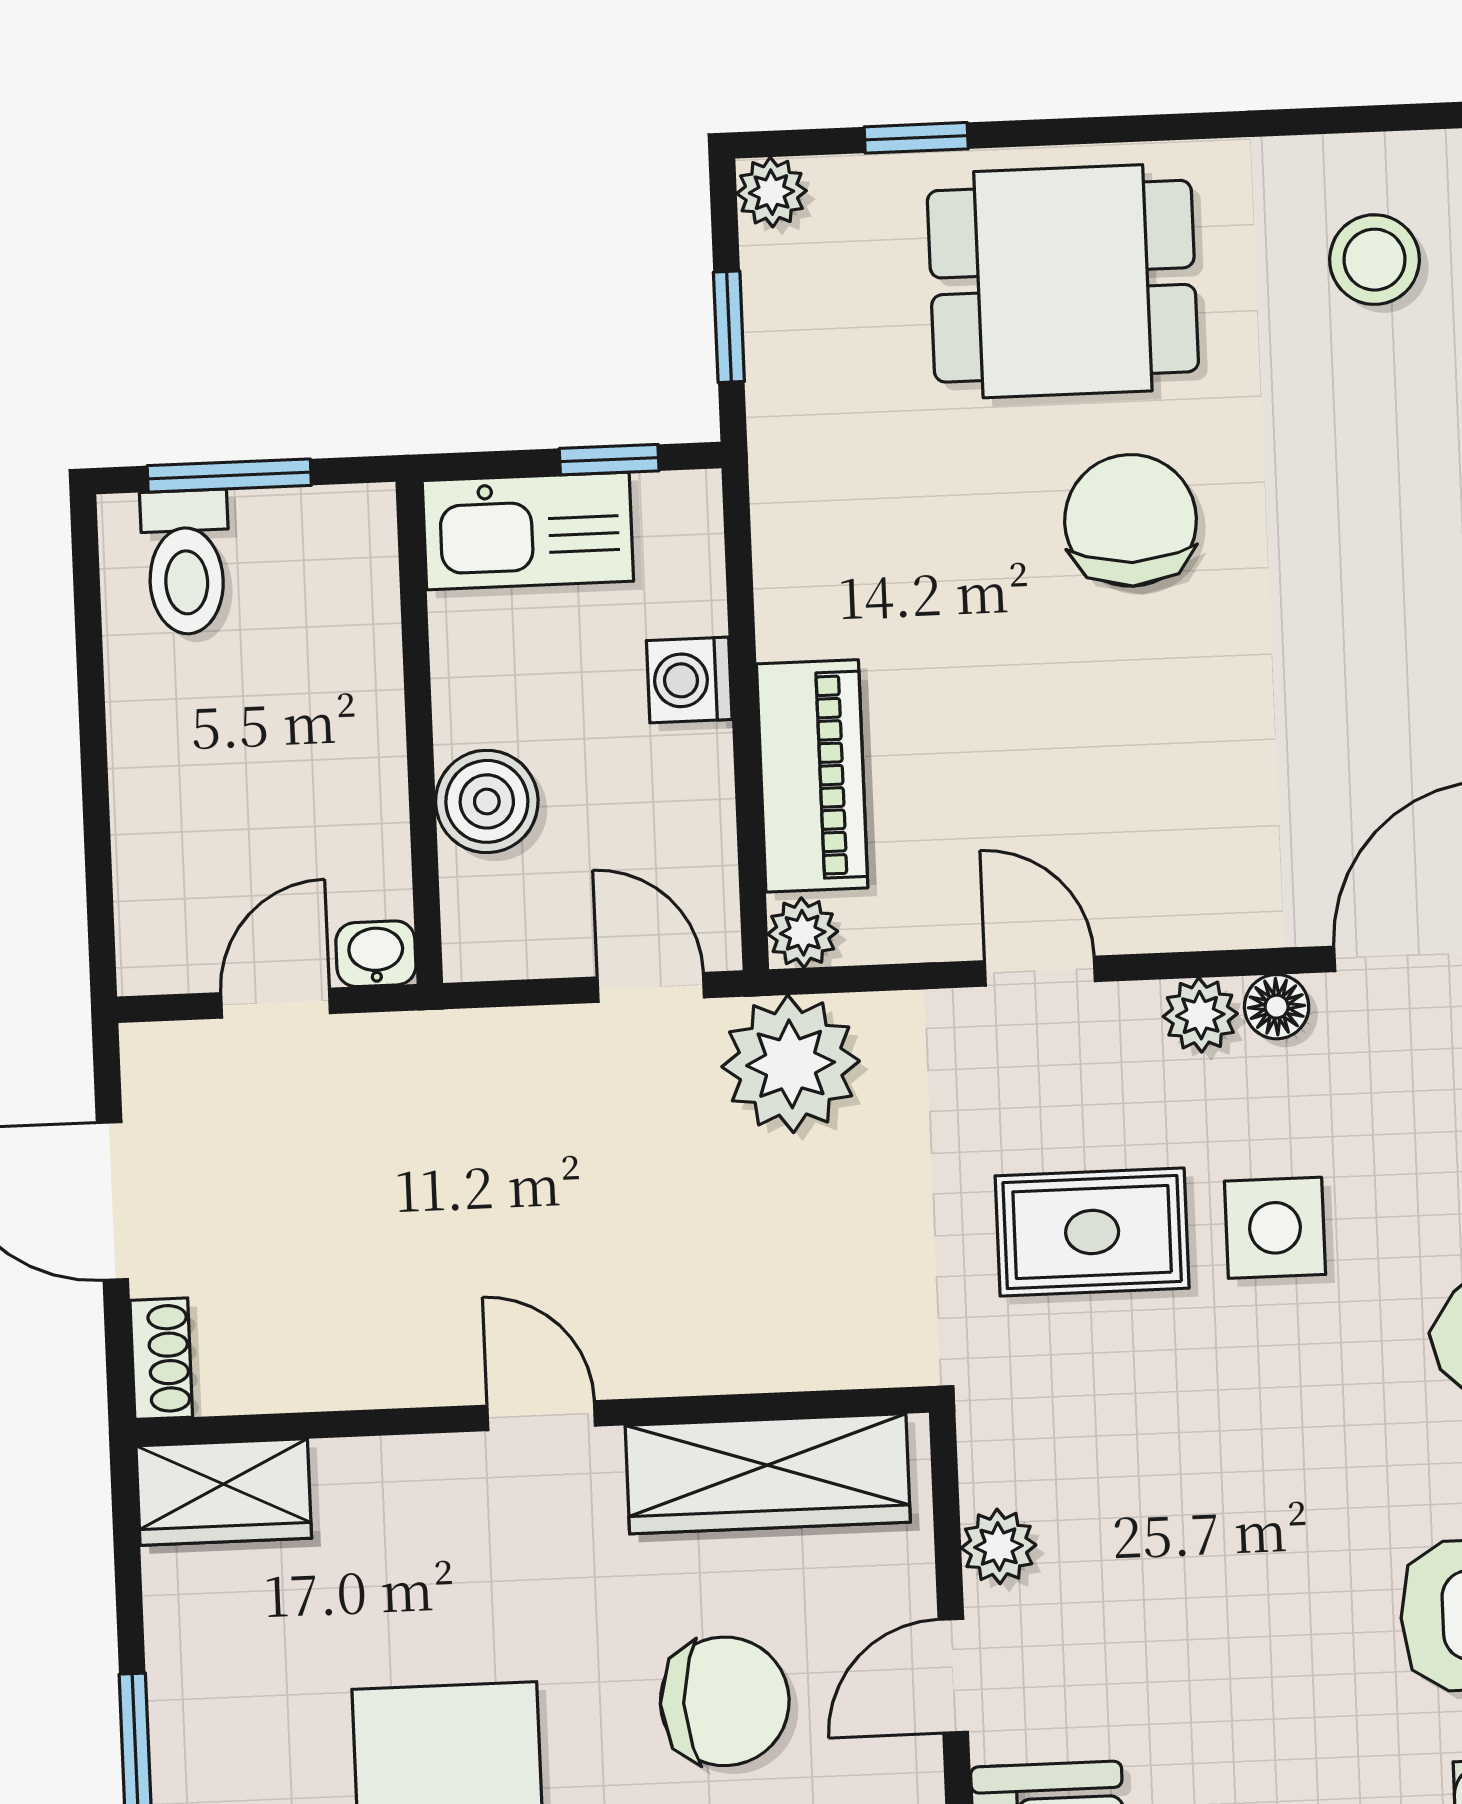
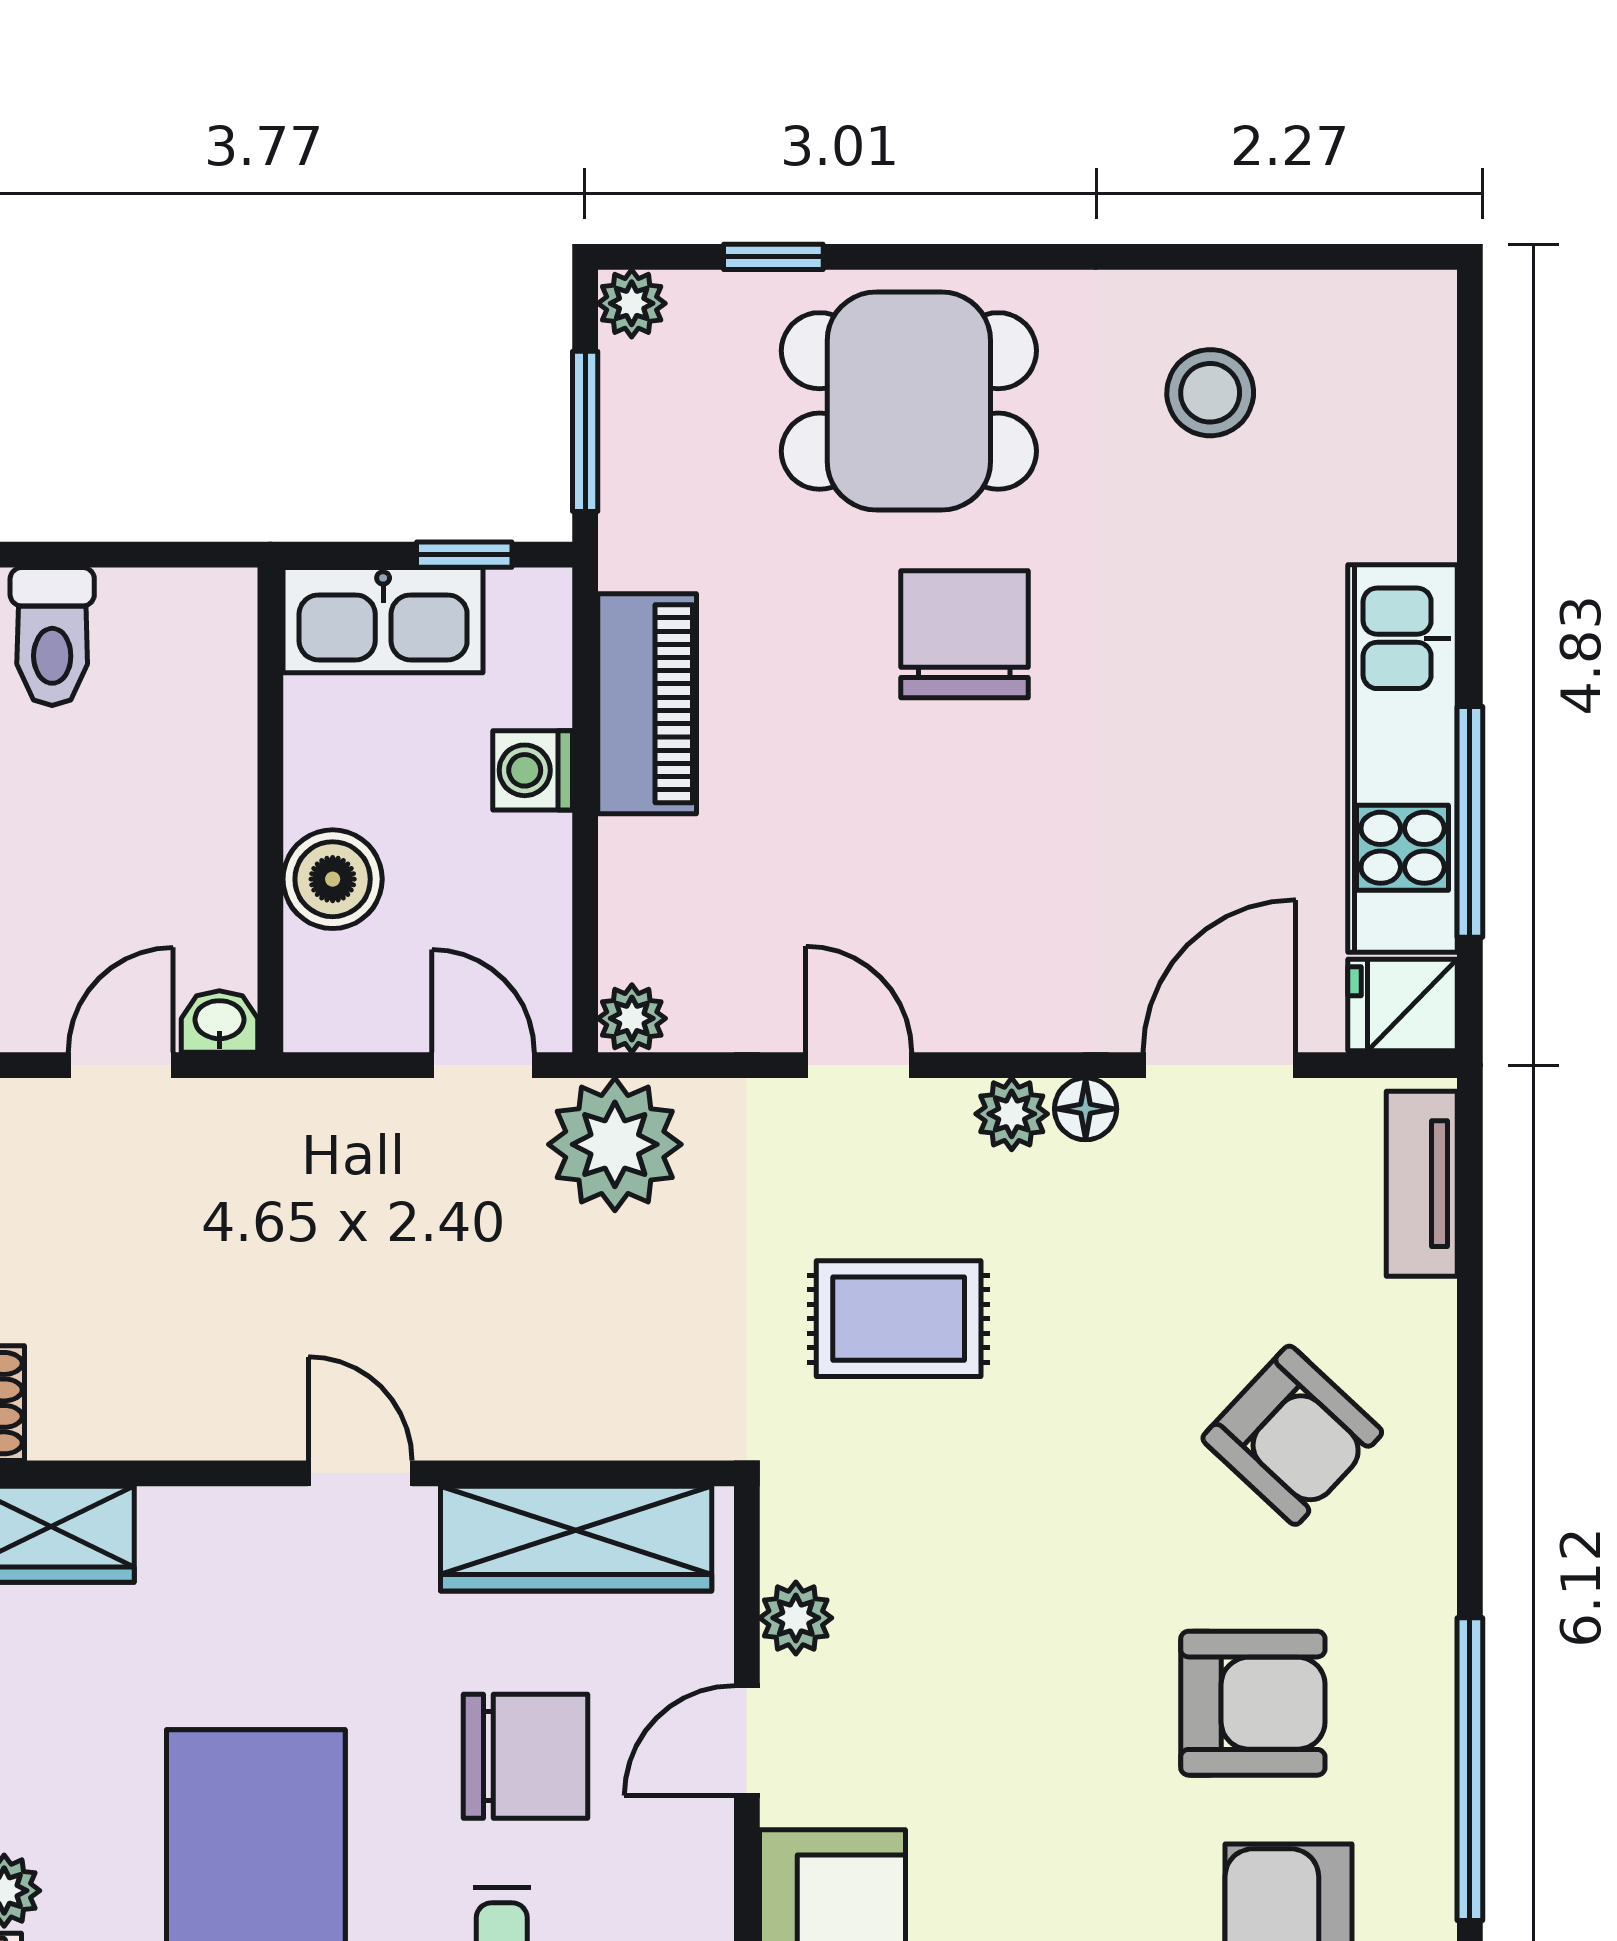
window: (729, 327) -> (585, 431), width x1.50
window: (229, 476) -> (98, 555), removed
piano: (812, 776) -> (647, 704), moved
side table: (1275, 1228) -> (1075, 1322), removed

